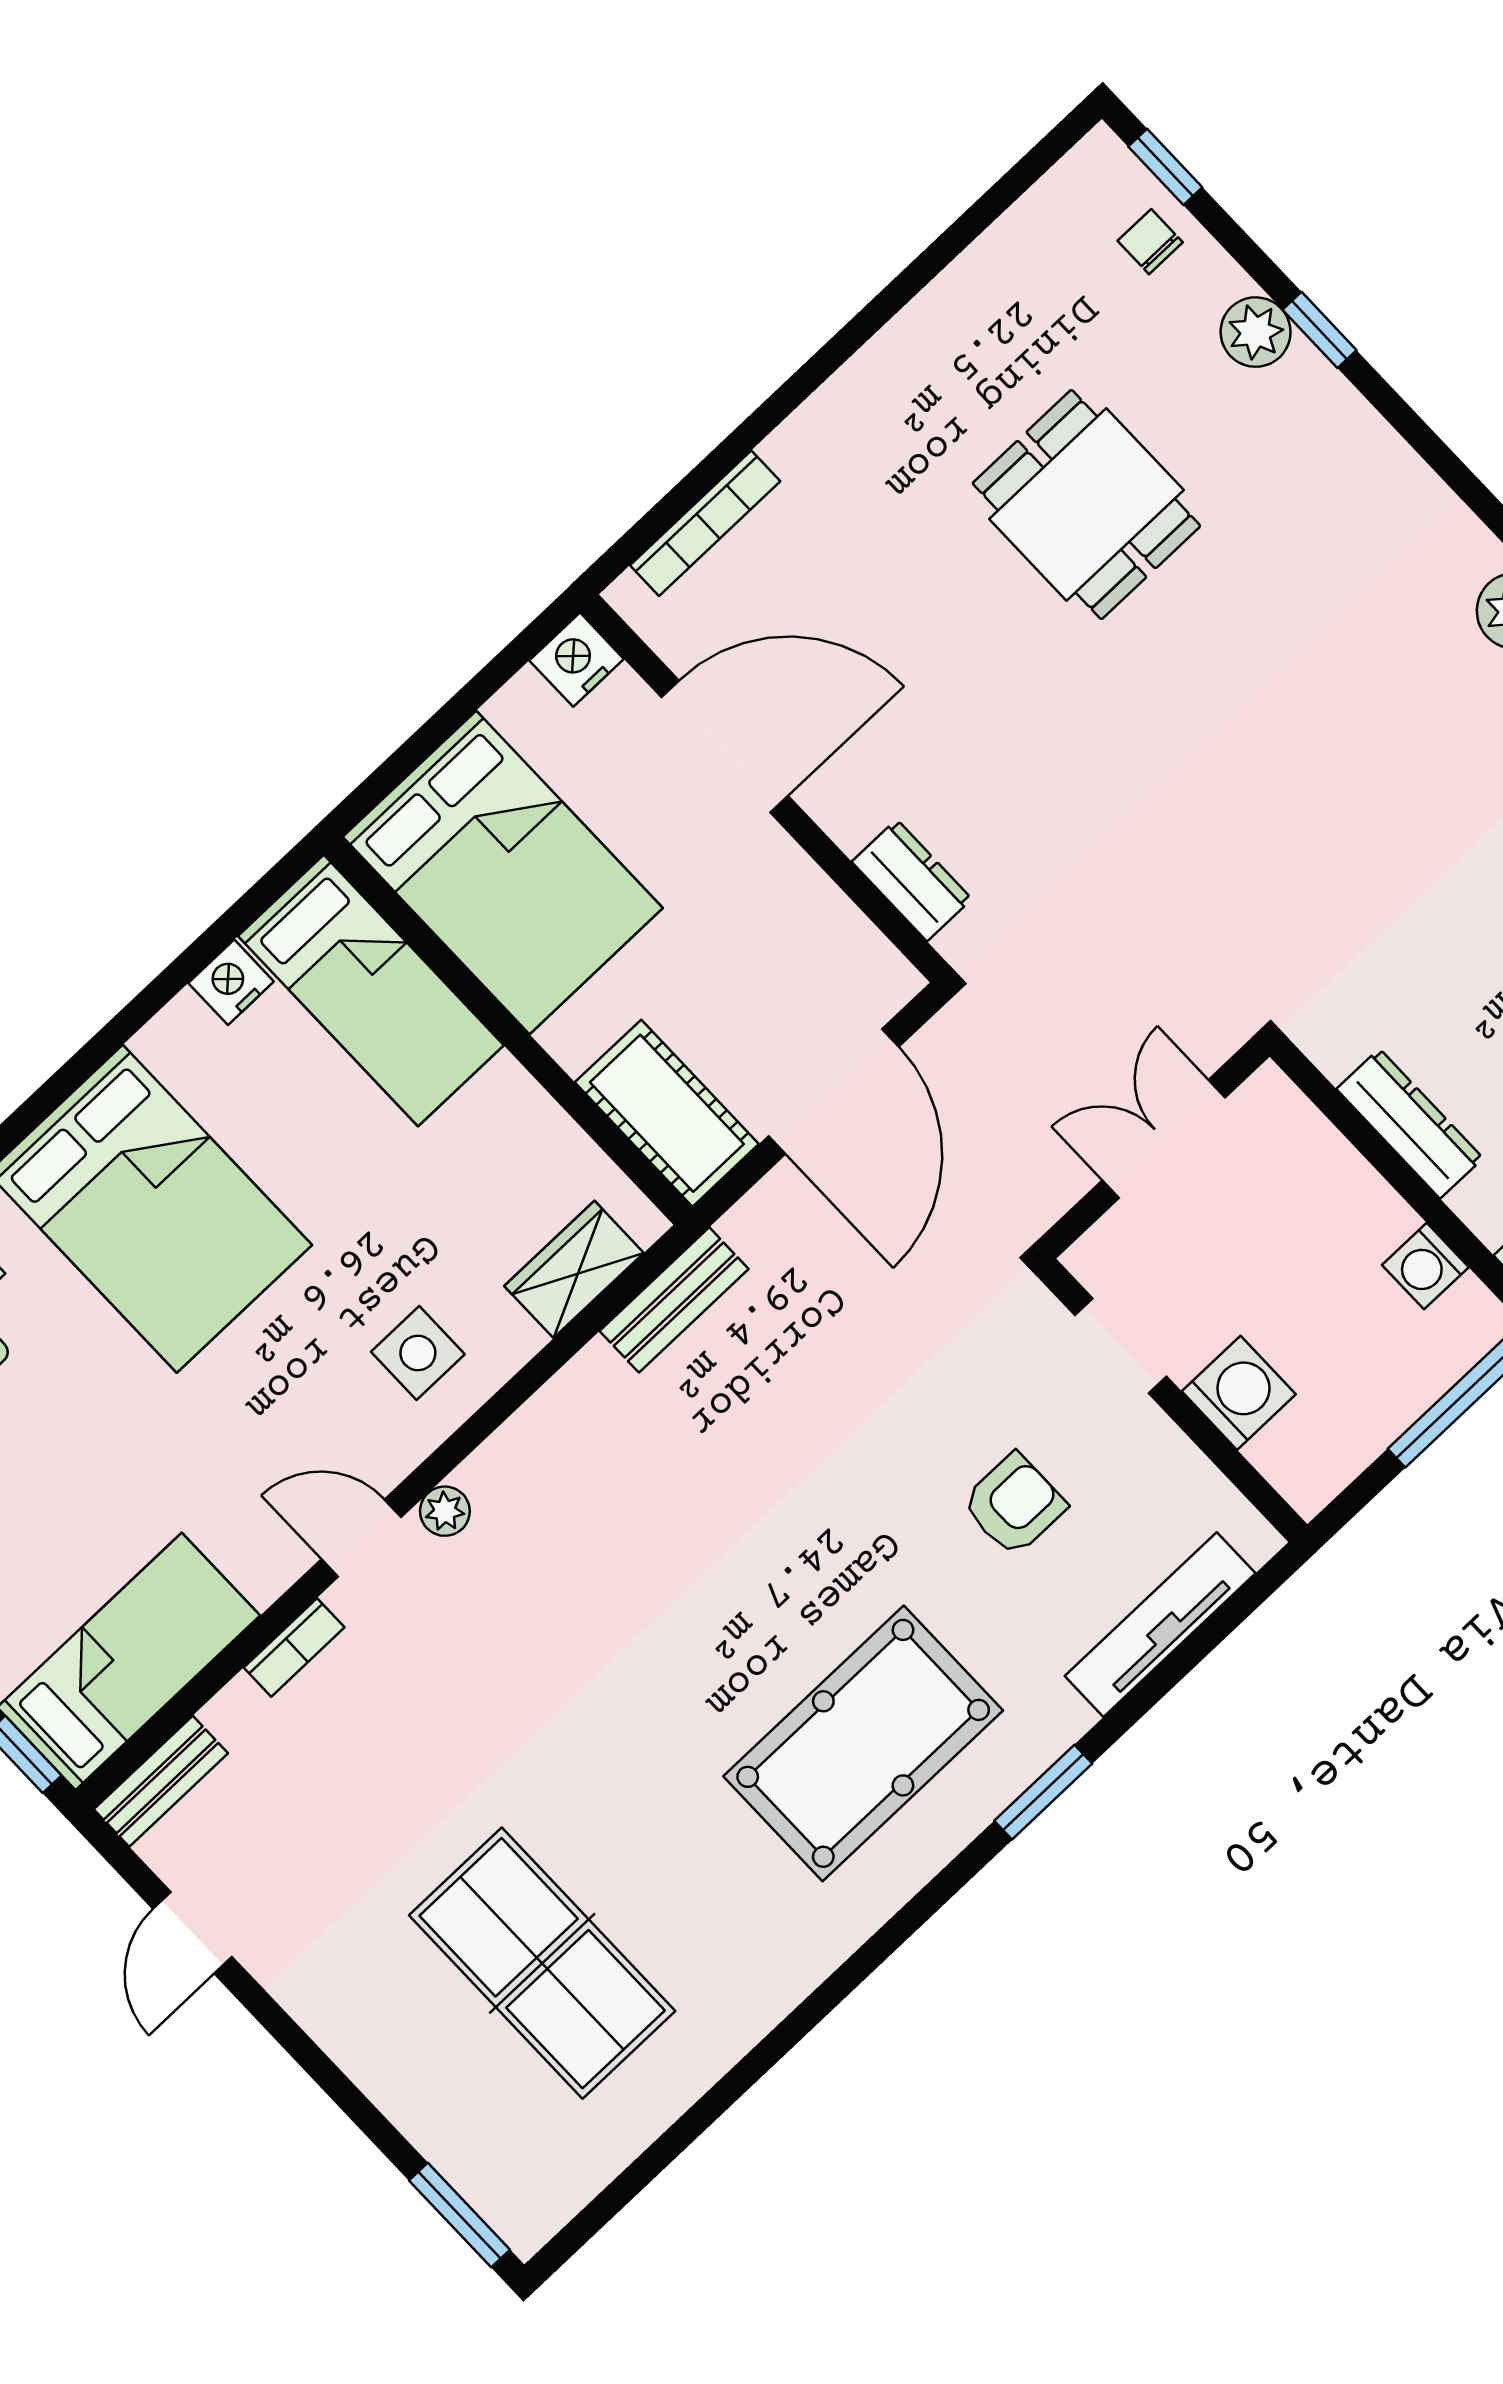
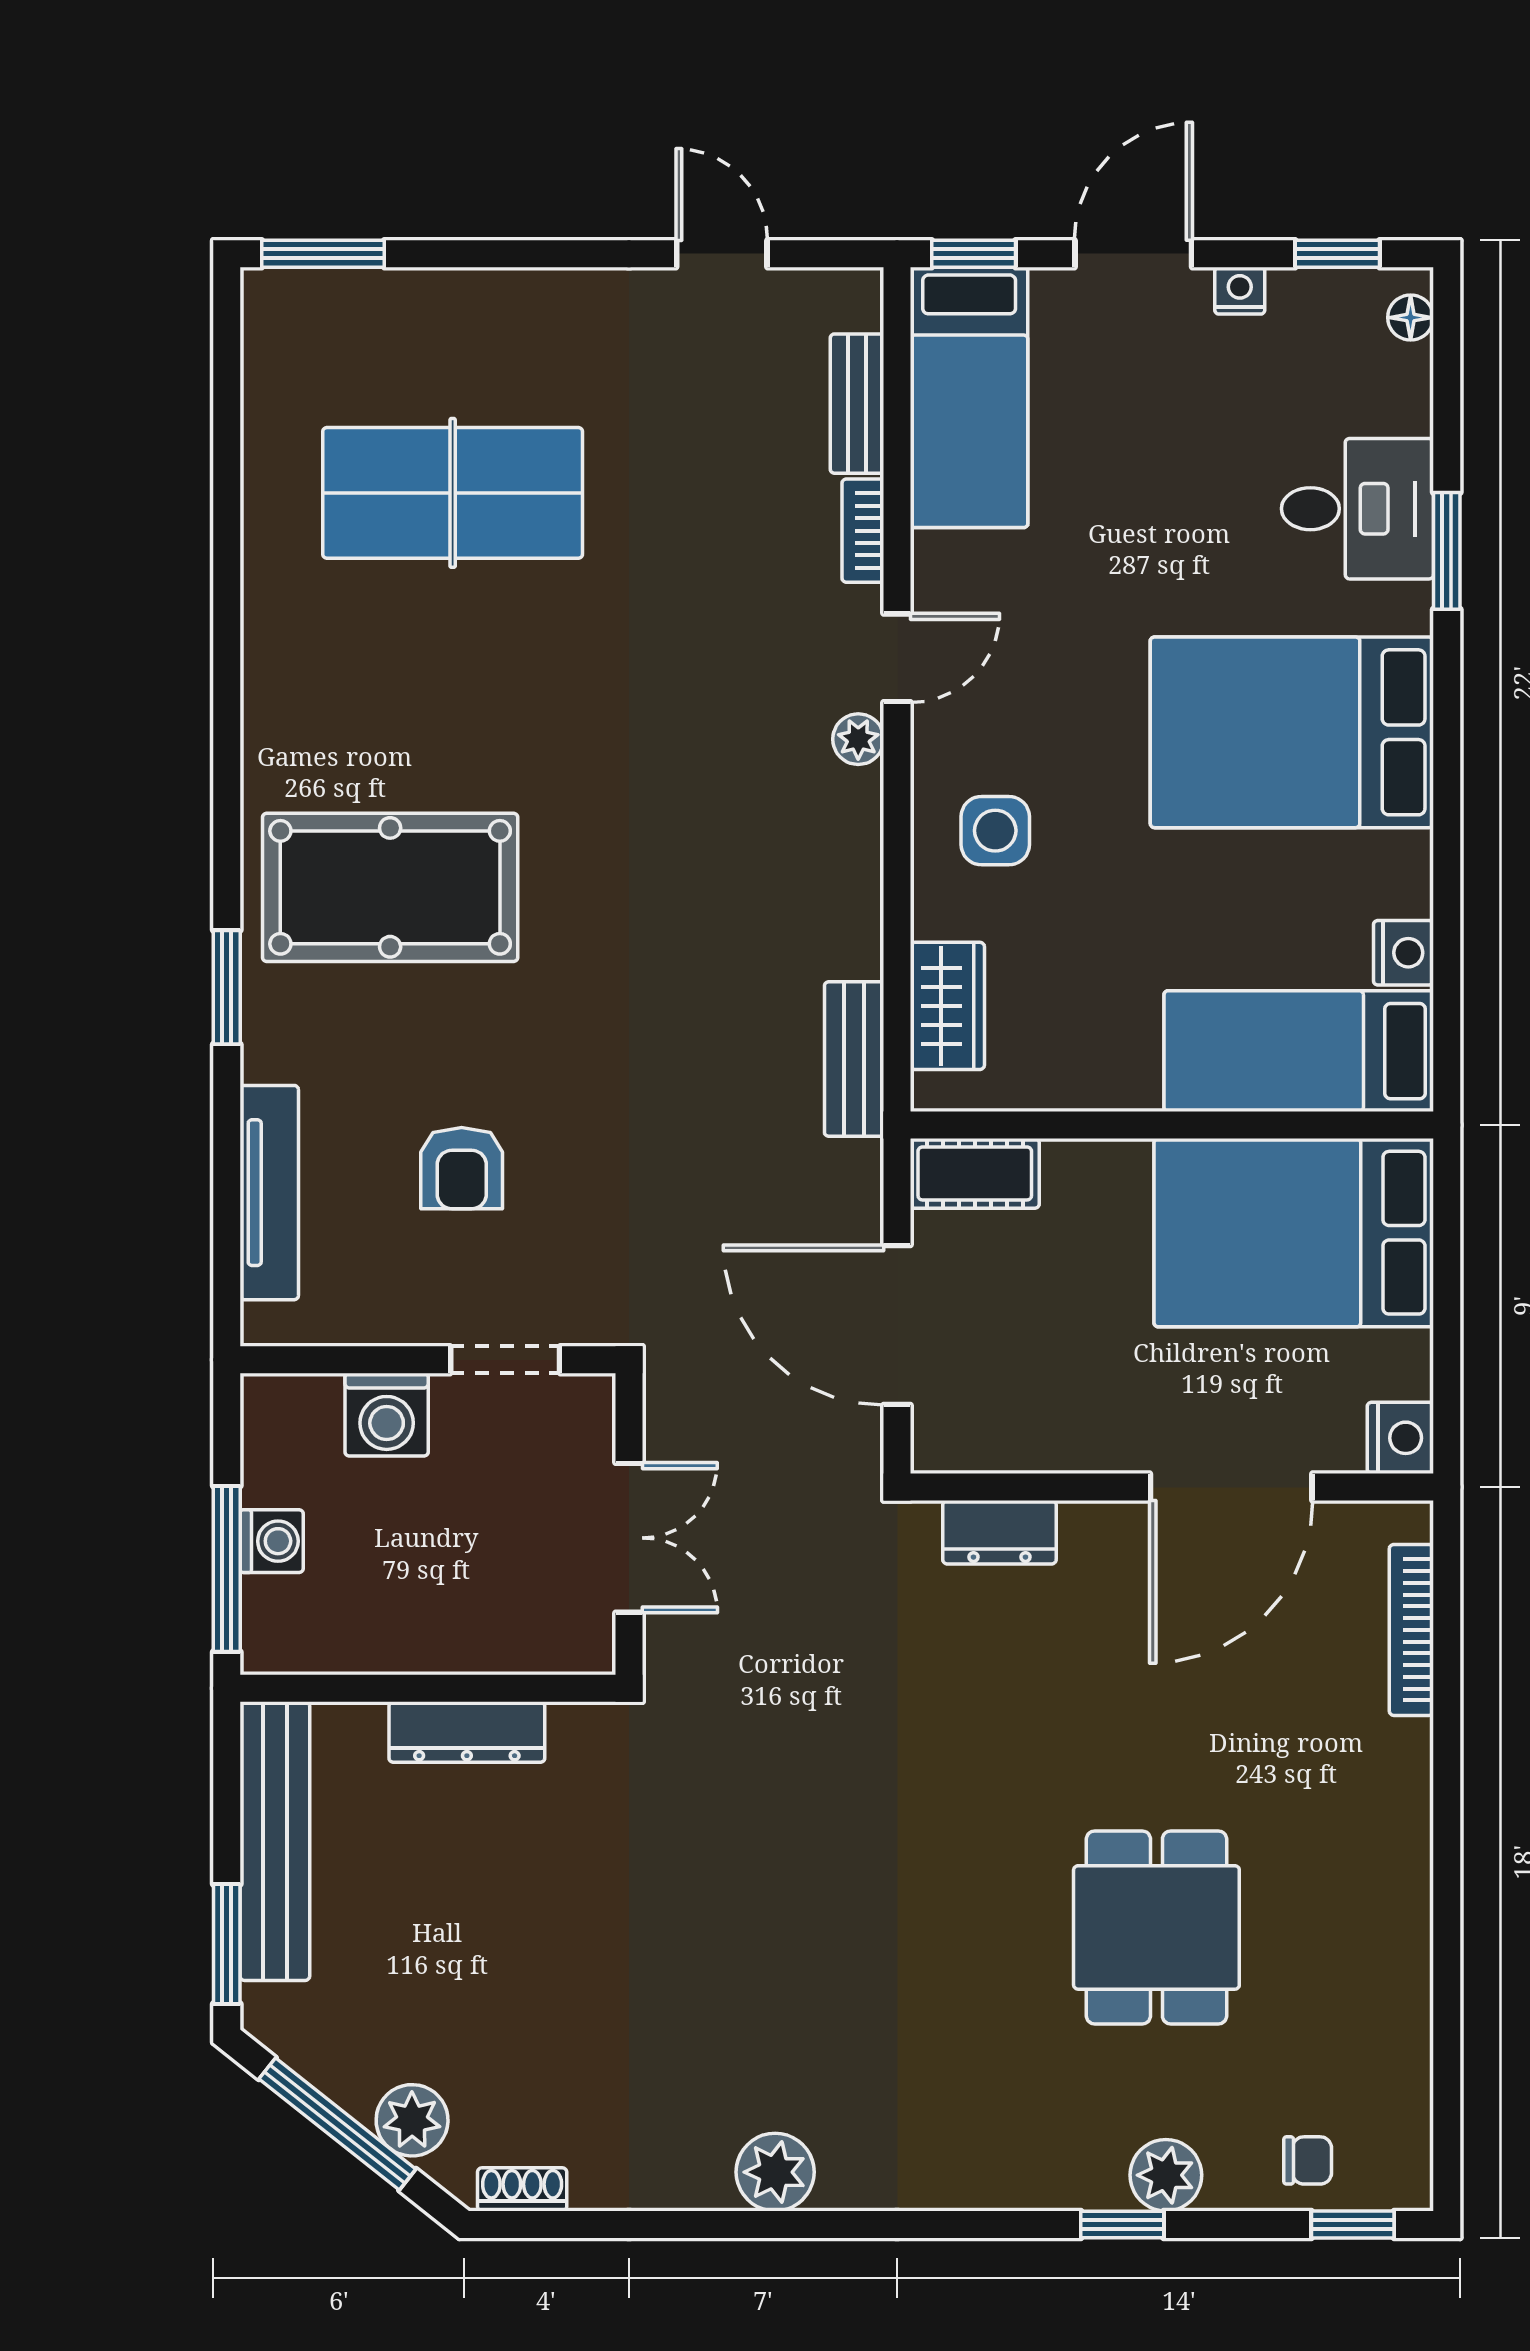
dining table: (1086, 505) -> (1156, 1927), turned 90
cot: (667, 1113) -> (975, 1173), width x0.73, depth x0.75
washing machine: (1425, 1266) -> (272, 1541), moved, turned 90
pool table: (863, 1743) -> (390, 887), turned 90
bench: (161, 1781) -> (857, 404), moved

